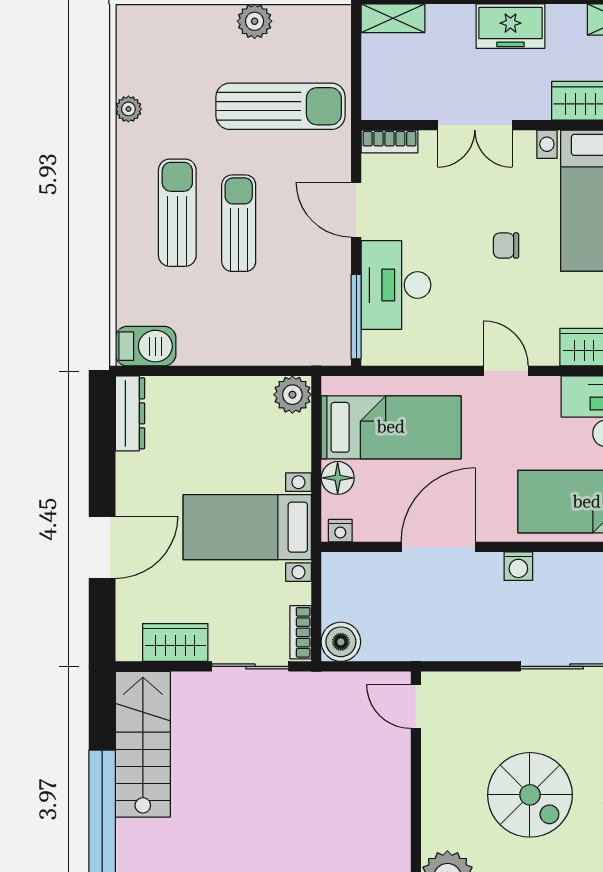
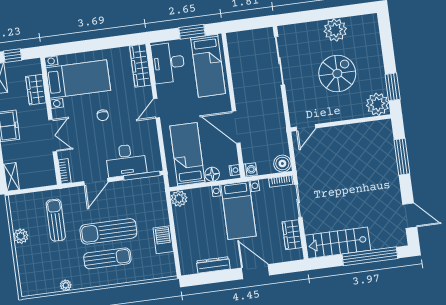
sun lounger: (281, 106) -> (56, 220), width x0.73, depth x0.75
sun lounger: (177, 213) -> (107, 258), turned 180
sun lounger: (239, 223) -> (108, 231), width x1.36, depth x1.34
barbecue: (146, 346) -> (163, 240), moved
dresser: (130, 413) -> (213, 265), moved
washing machine: (518, 566) -> (250, 169), moved

